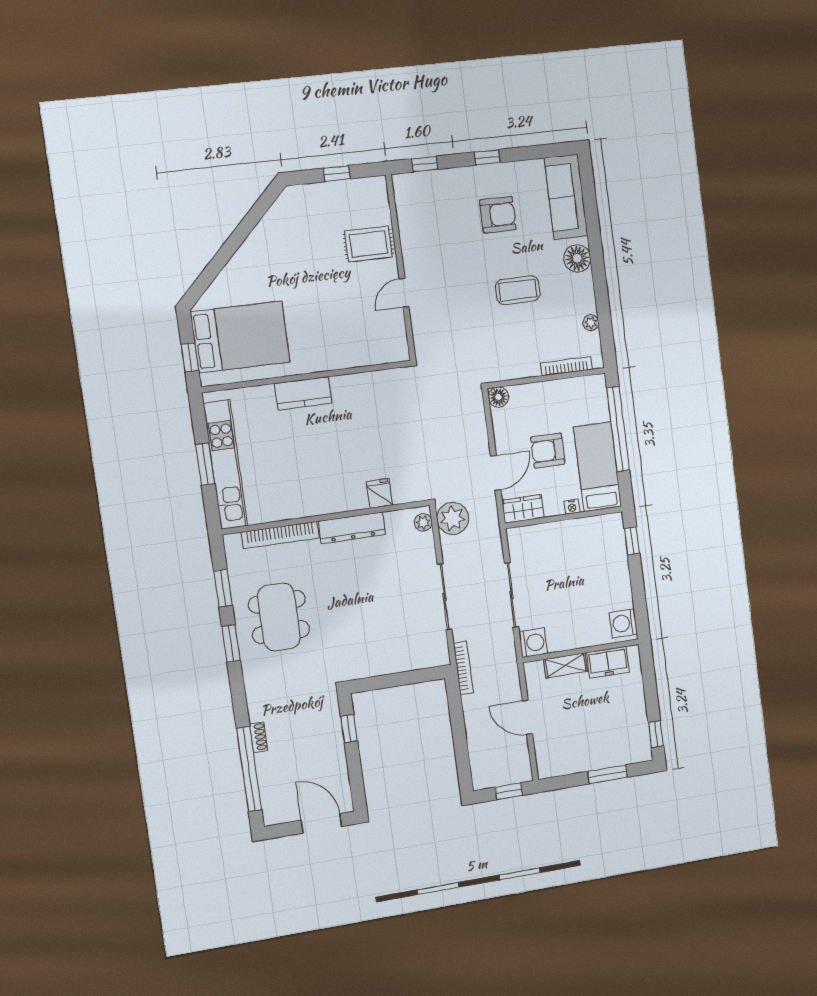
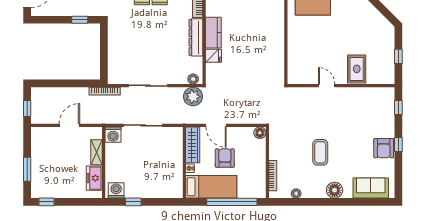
sofa: (566, 197) -> (371, 188), width x0.73
armchair: (498, 215) -> (384, 148), moved
kitchen counter: (303, 393) -> (213, 33), moved, turned 180
wardrobe: (523, 509) -> (193, 145), width x1.50
window: (632, 541) -> (133, 202), moved

